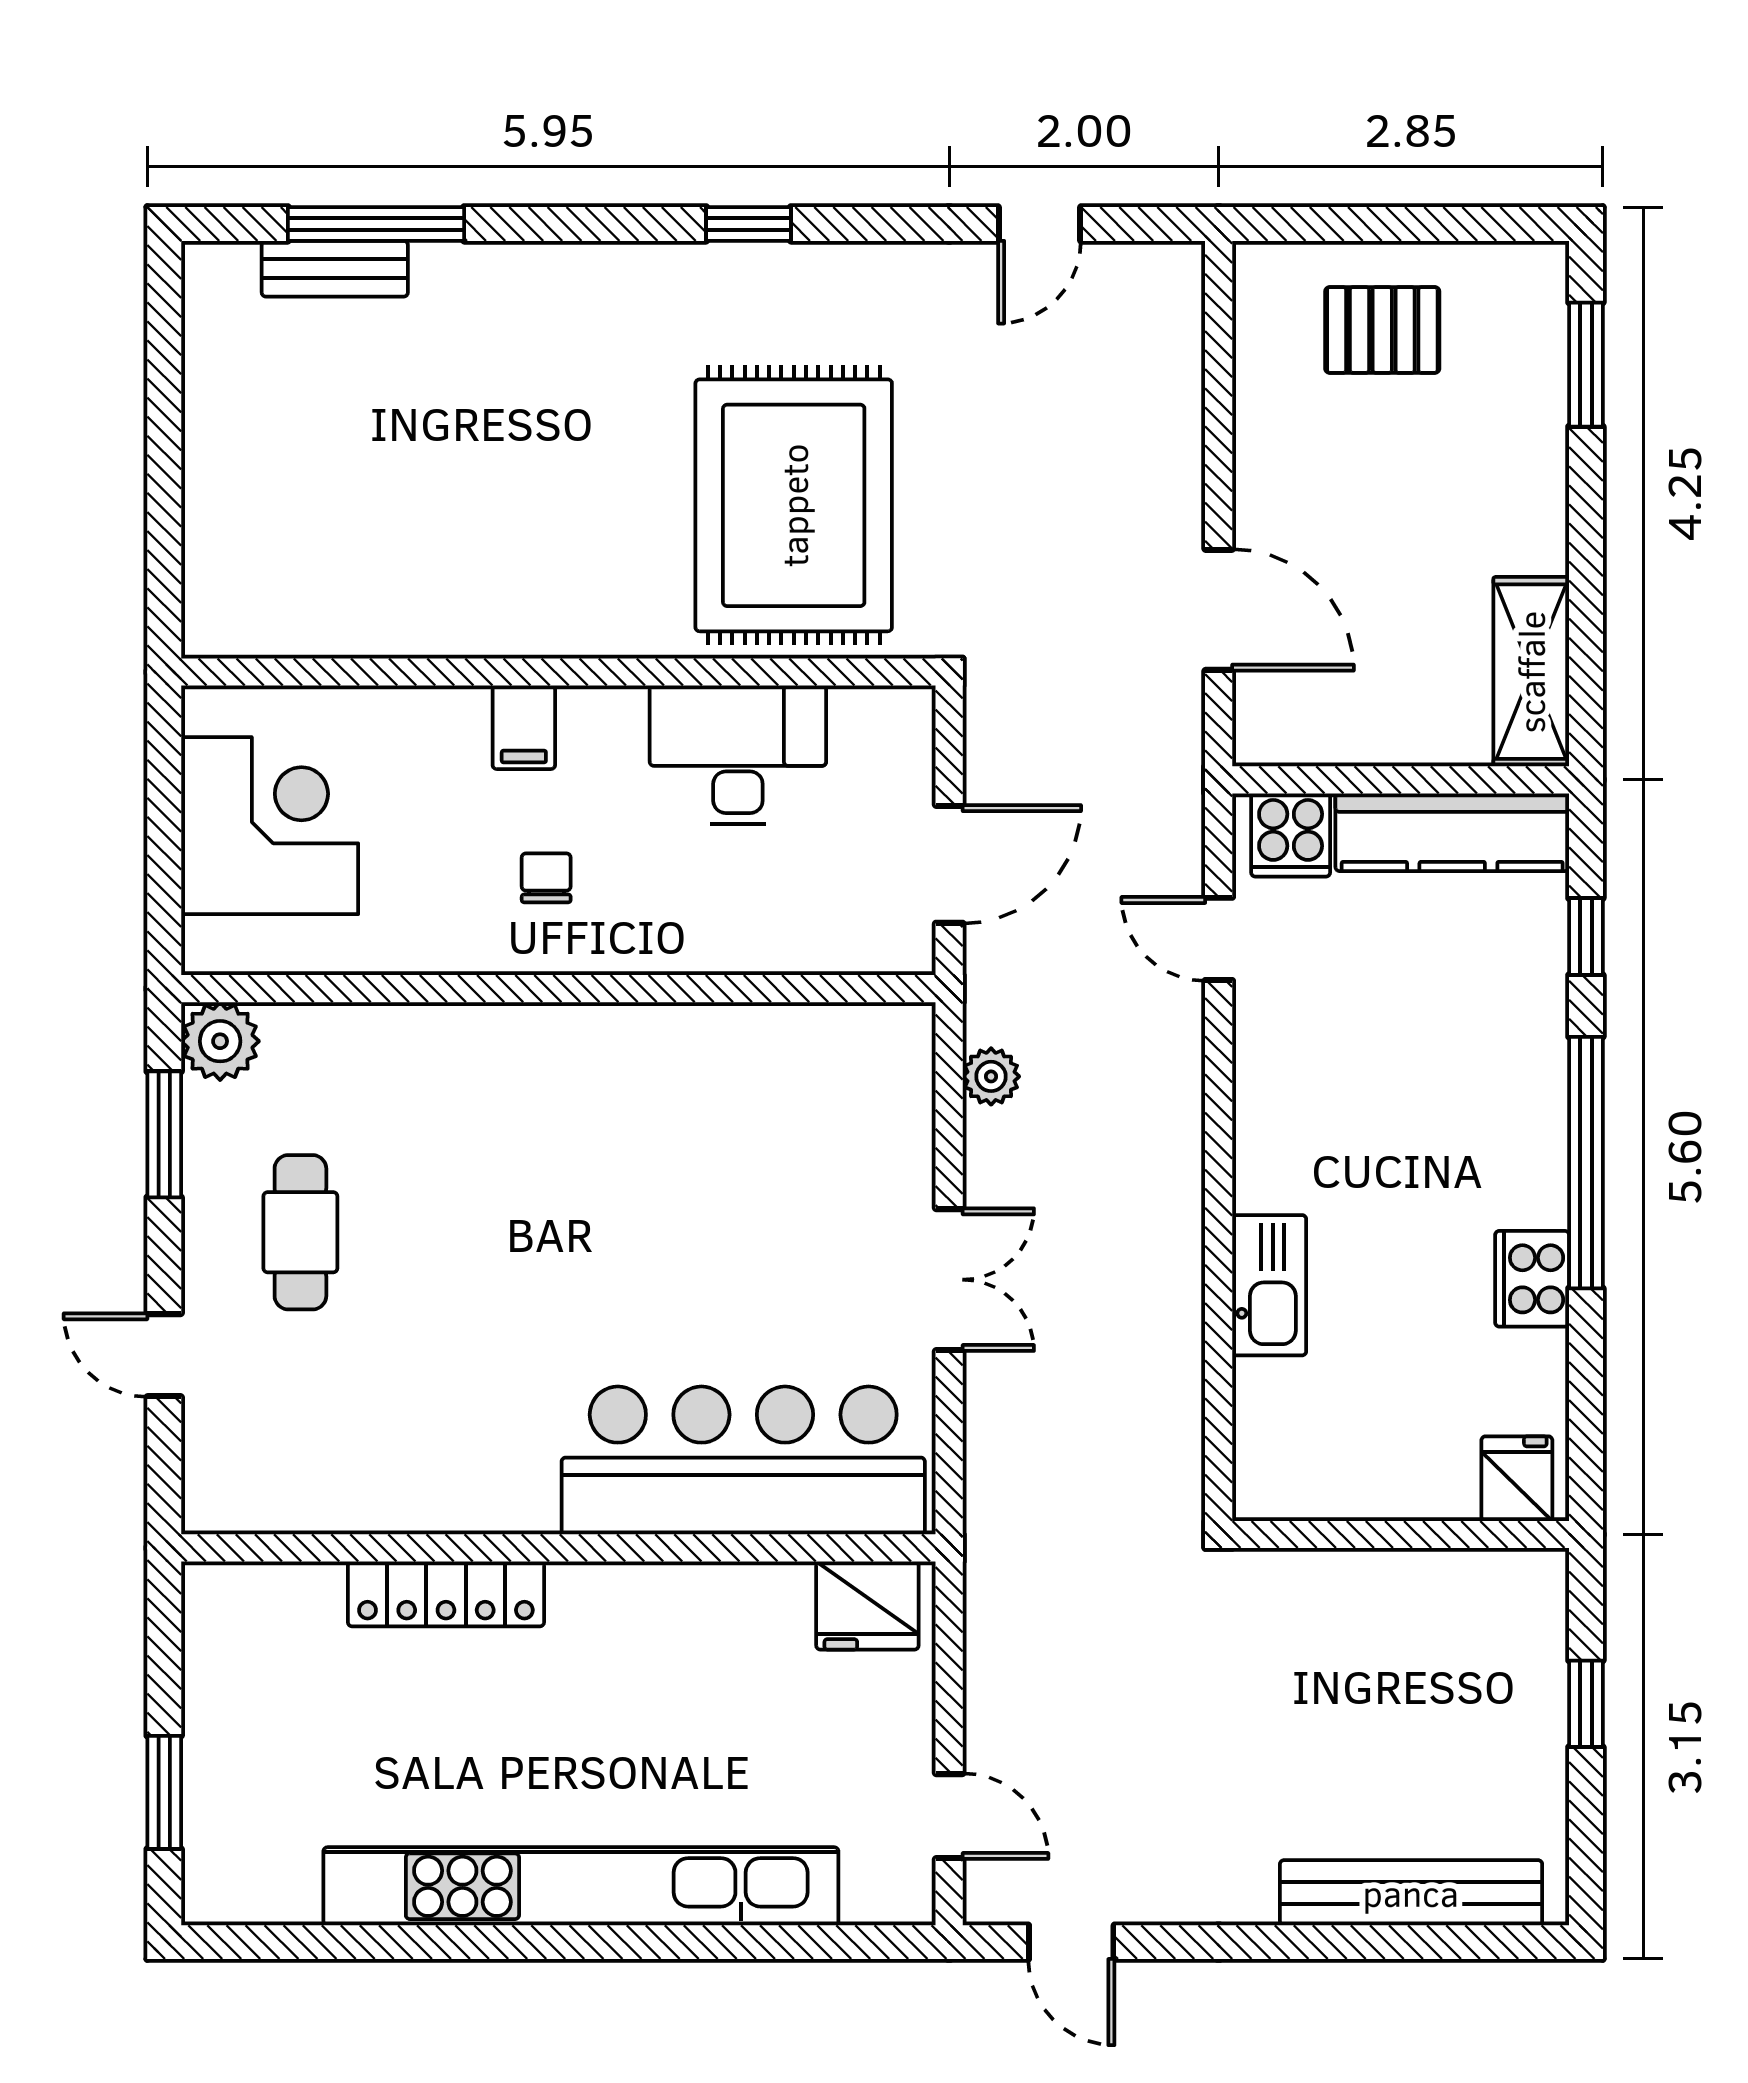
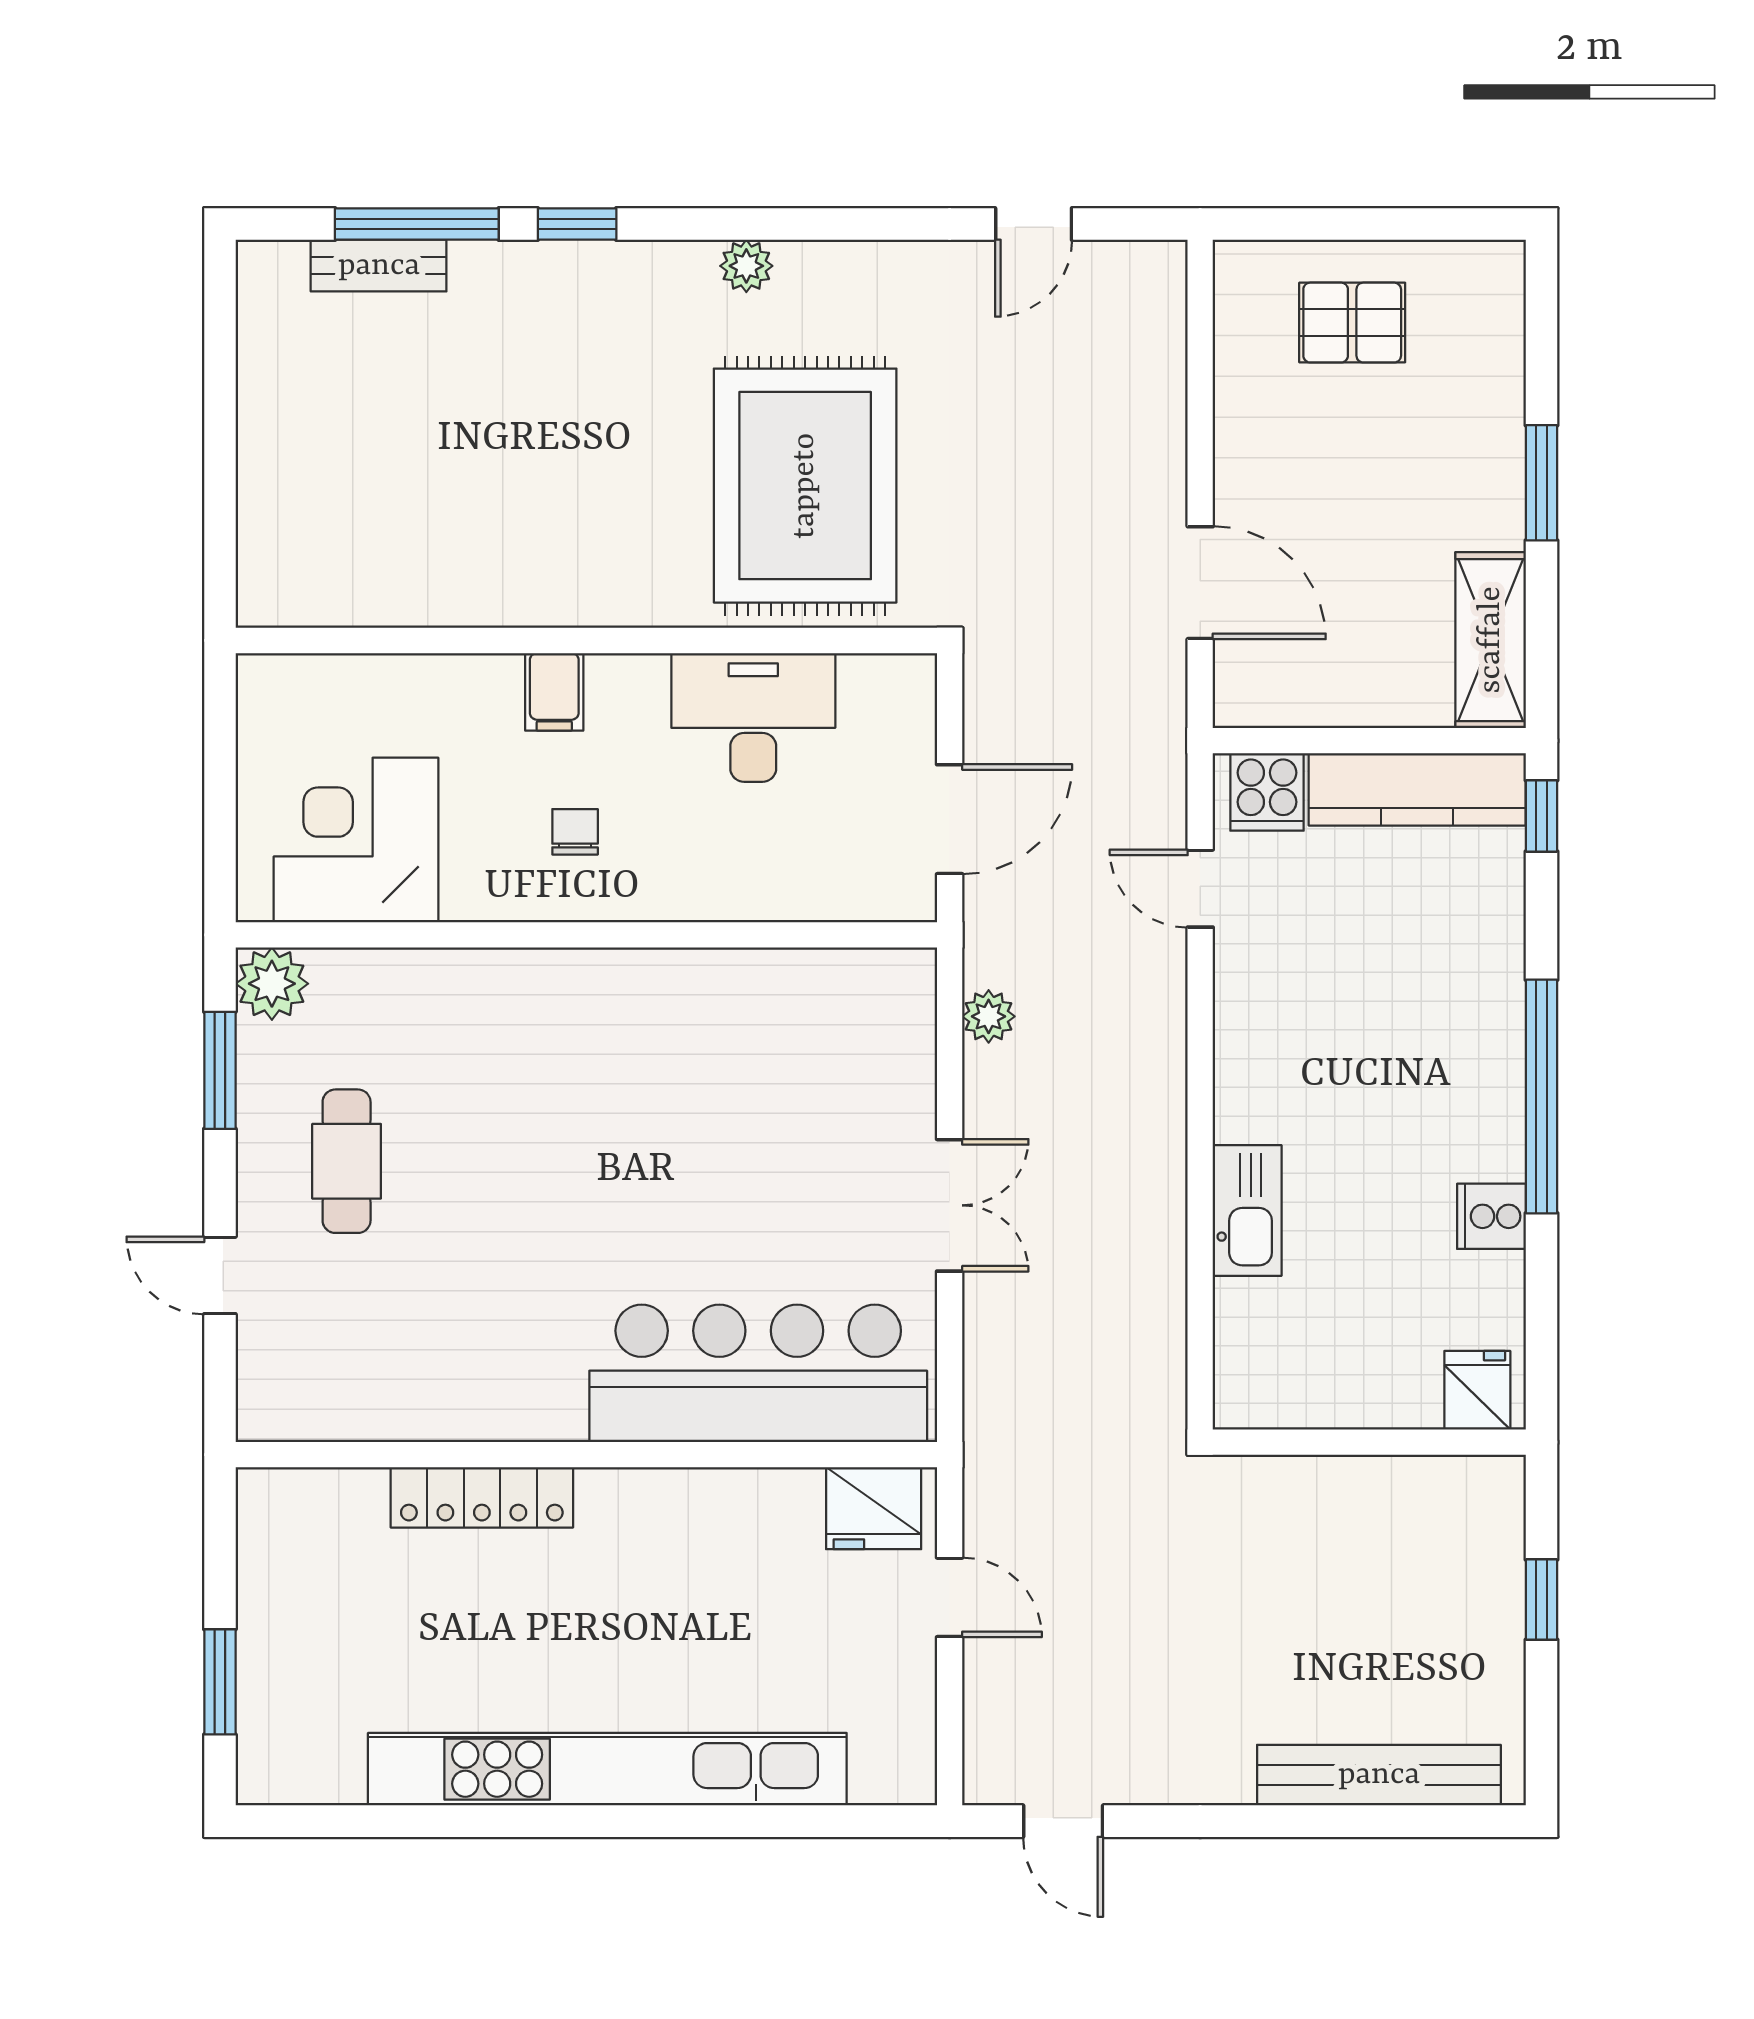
window: (749, 224) -> (577, 224), moved
plant: (730, 269) -> (746, 266), added
window: (1586, 365) -> (1542, 483), moved
corner desk: (270, 826) -> (356, 840), moved, turned -90
window: (1586, 937) -> (1542, 816), moved
cooker: (1532, 1279) -> (1491, 1216), width x0.73
door: (949, 1816) -> (950, 1597), moved

